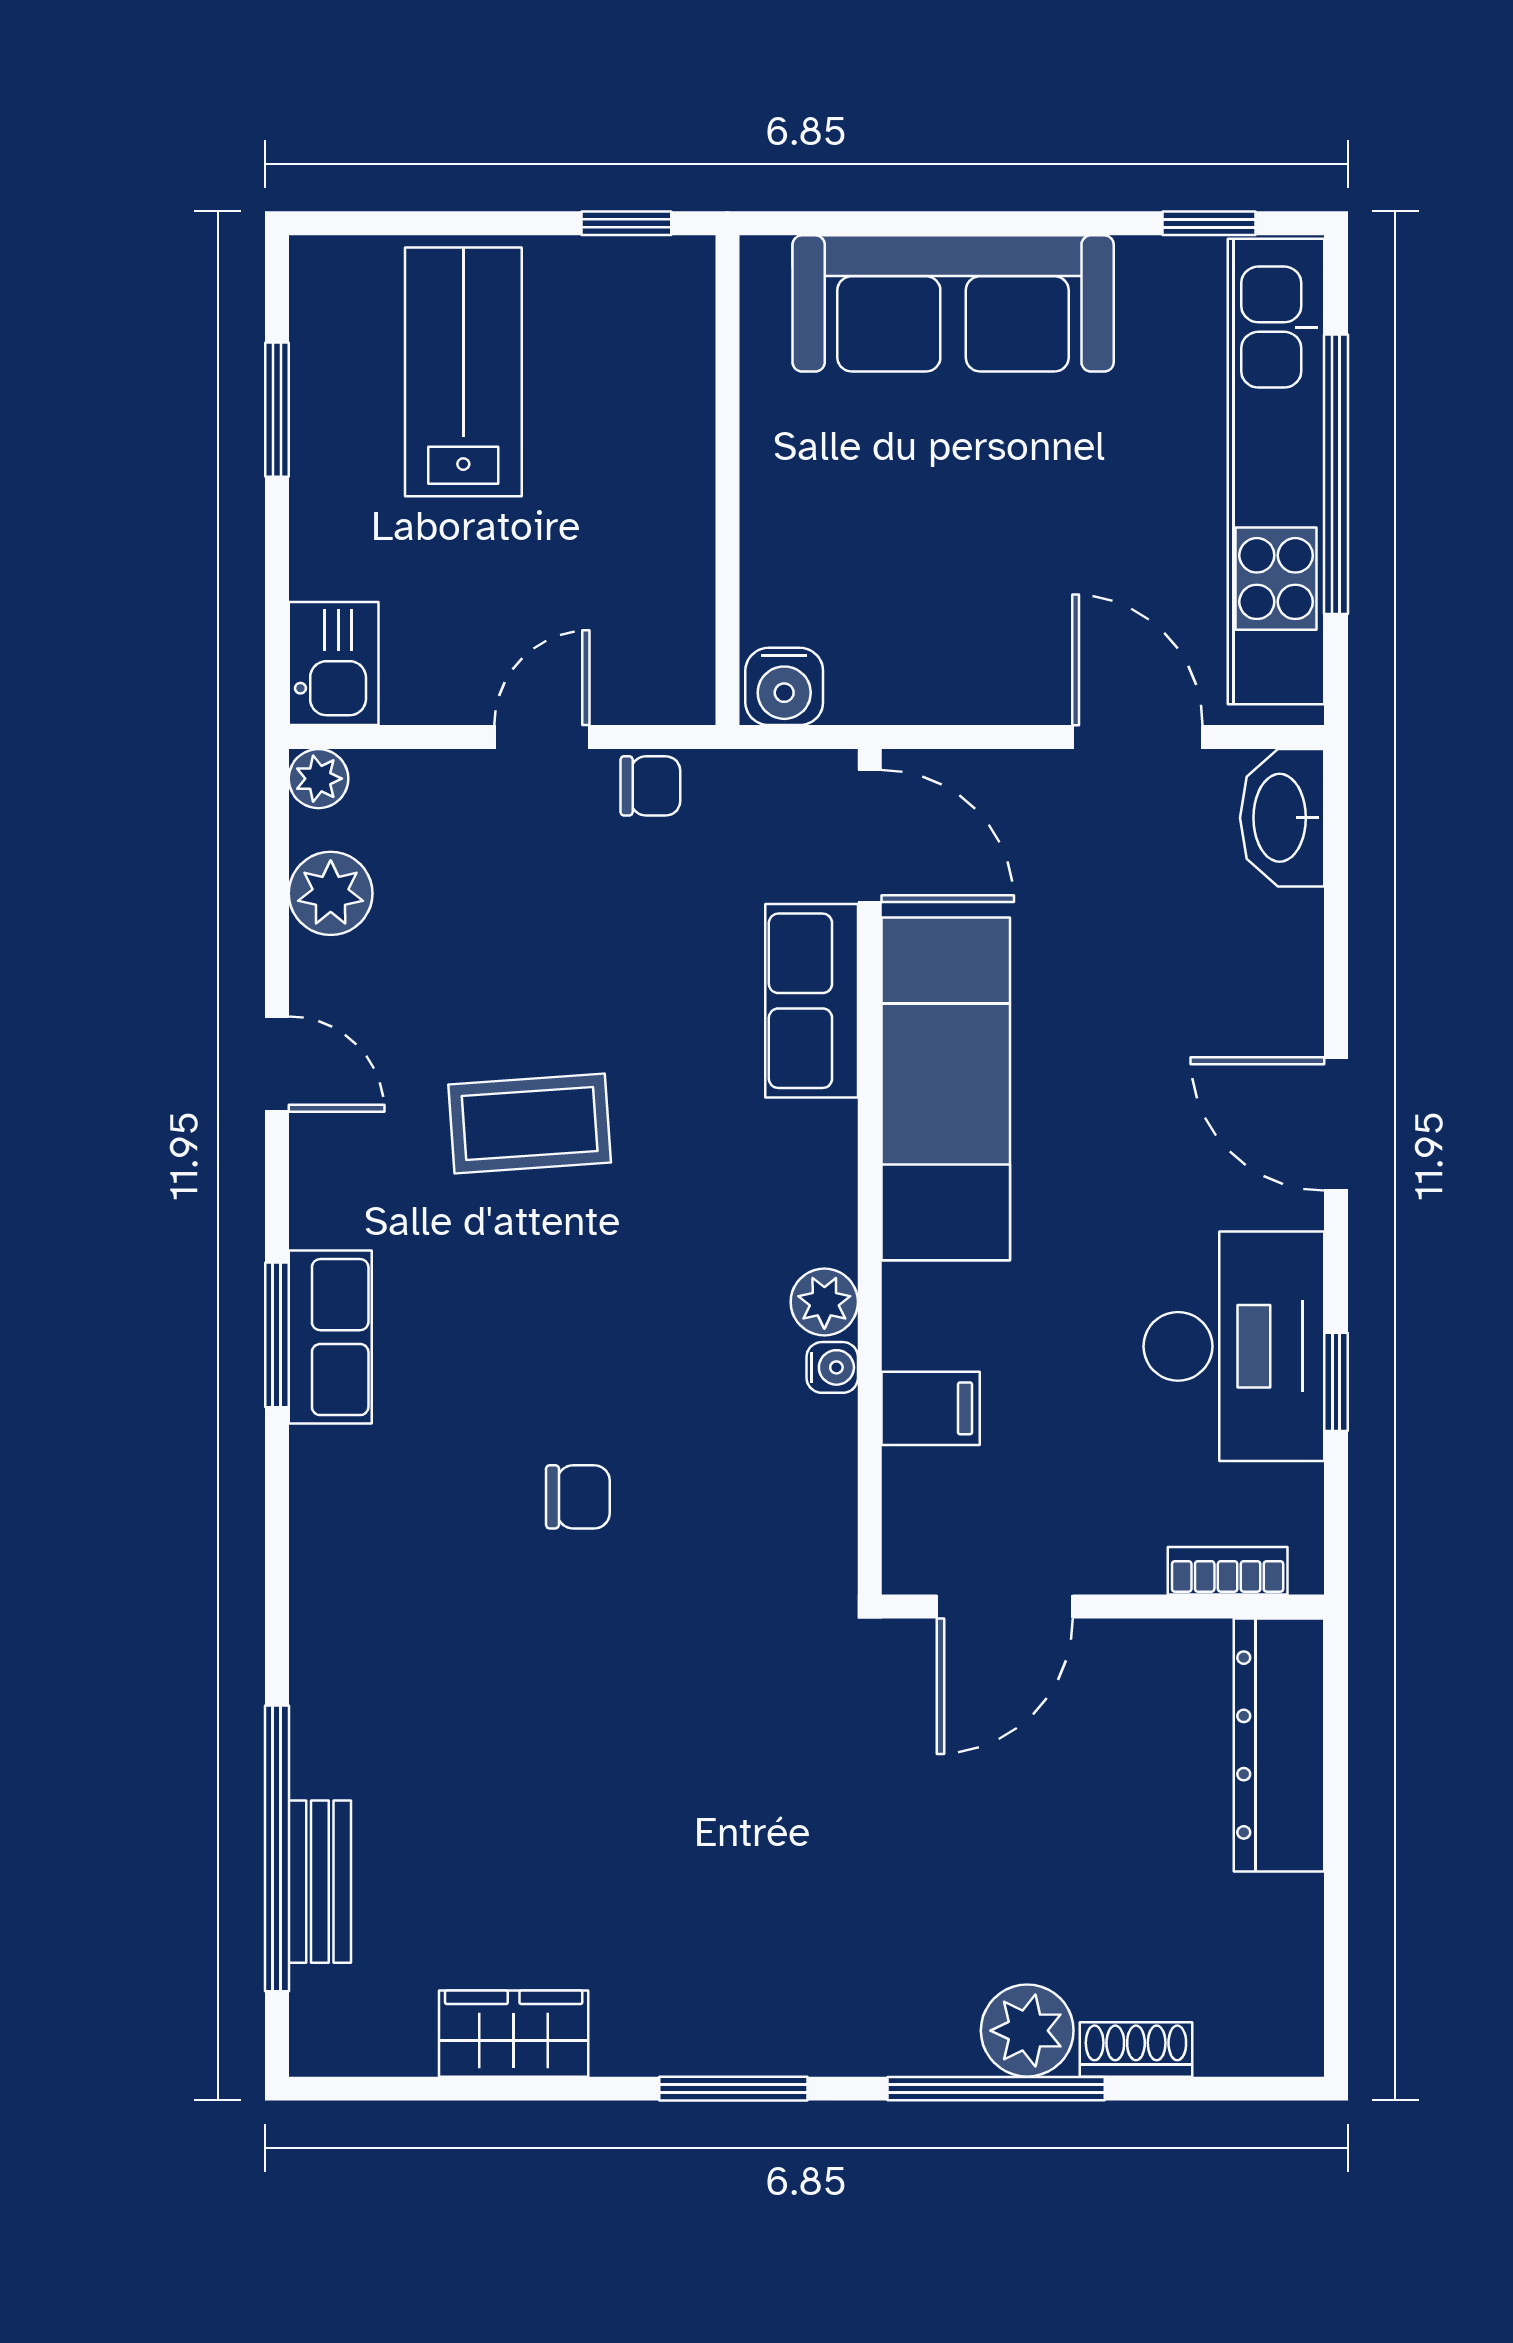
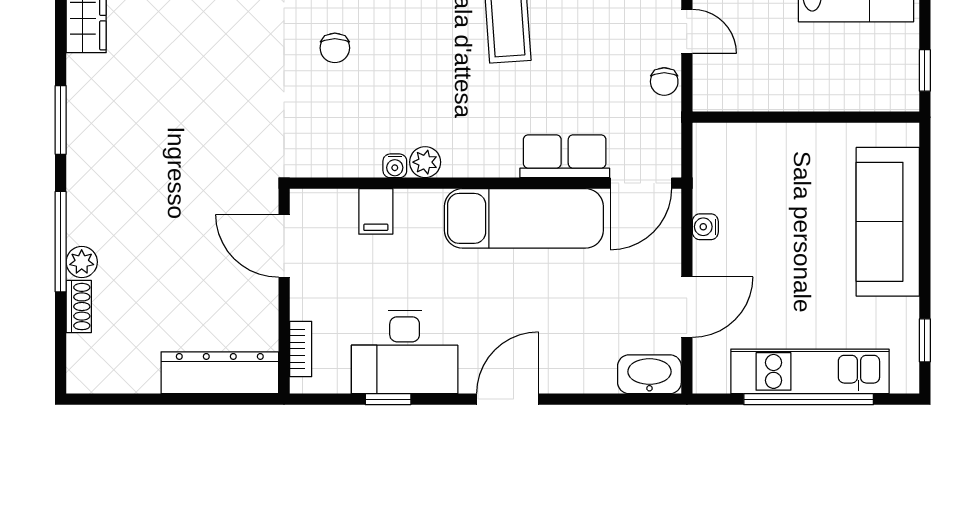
kitchen unit: (1276, 471) -> (810, 371), width x0.73
water cooler: (784, 686) -> (705, 227), moved, width x0.72, depth x0.72
plant: (1027, 2031) -> (82, 262), width x0.73, depth x0.73

